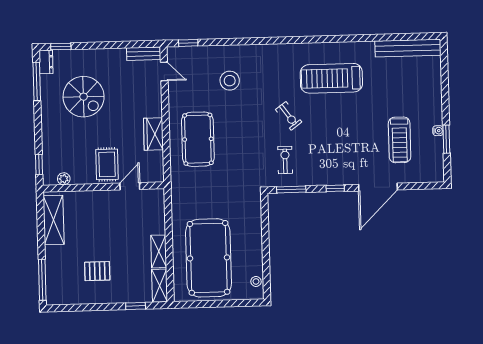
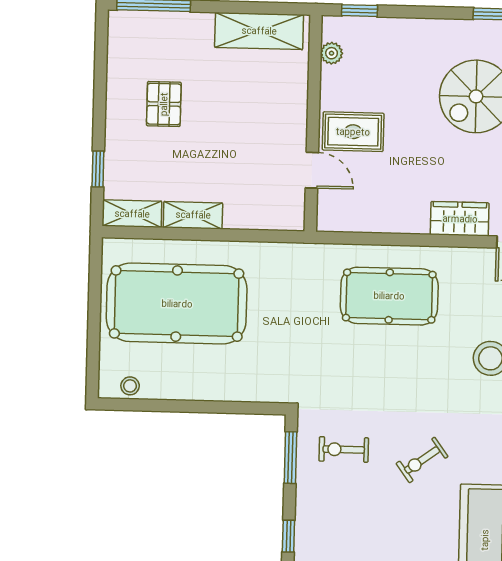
wardrobe: (153, 134) -> (460, 219), moved
exercise bike: (285, 160) -> (344, 449), turned 180

